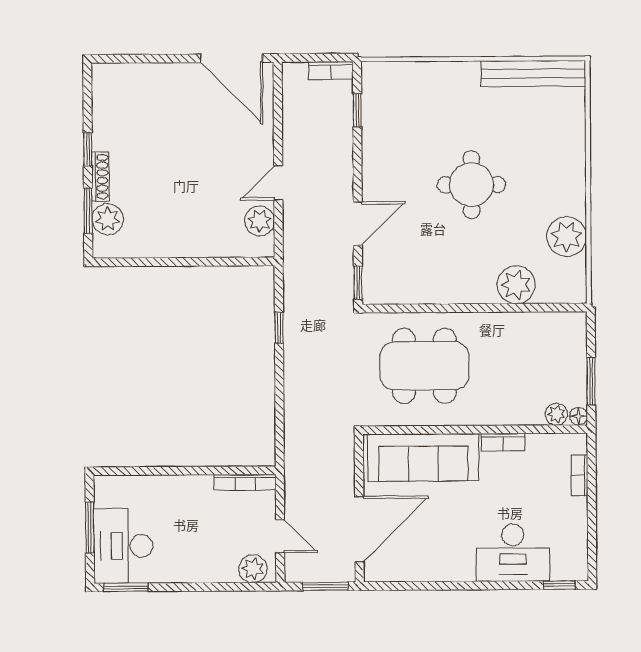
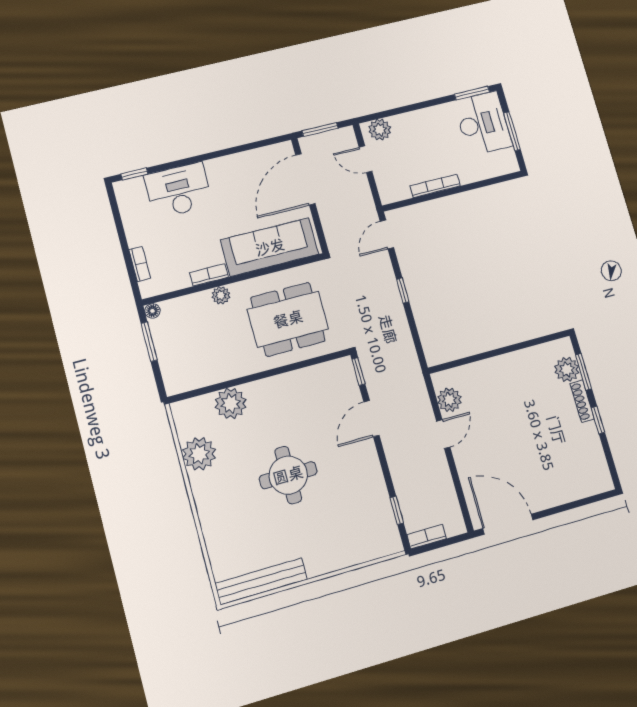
window: (279, 328) -> (403, 291), moved
plant: (556, 414) -> (221, 295), moved
door: (280, 438) -> (387, 234), added
bookcase: (245, 482) -> (435, 186), moved

